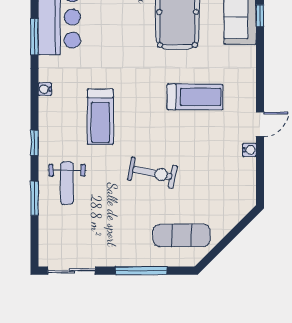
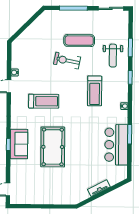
treadmill: (195, 97) -> (44, 101), turned 180
treadmill: (100, 117) -> (95, 91), turned 180
weight bench: (67, 183) -> (113, 56), turned 180
exercise mat: (182, 235) -> (79, 41), moved

